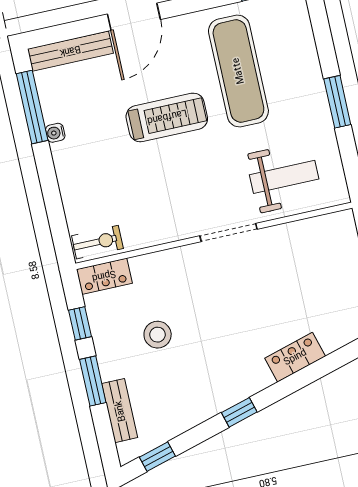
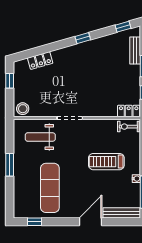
treadmill: (167, 117) -> (106, 162), moved
stool: (158, 335) -> (23, 109), moved
locker: (295, 357) -> (40, 61), moved

